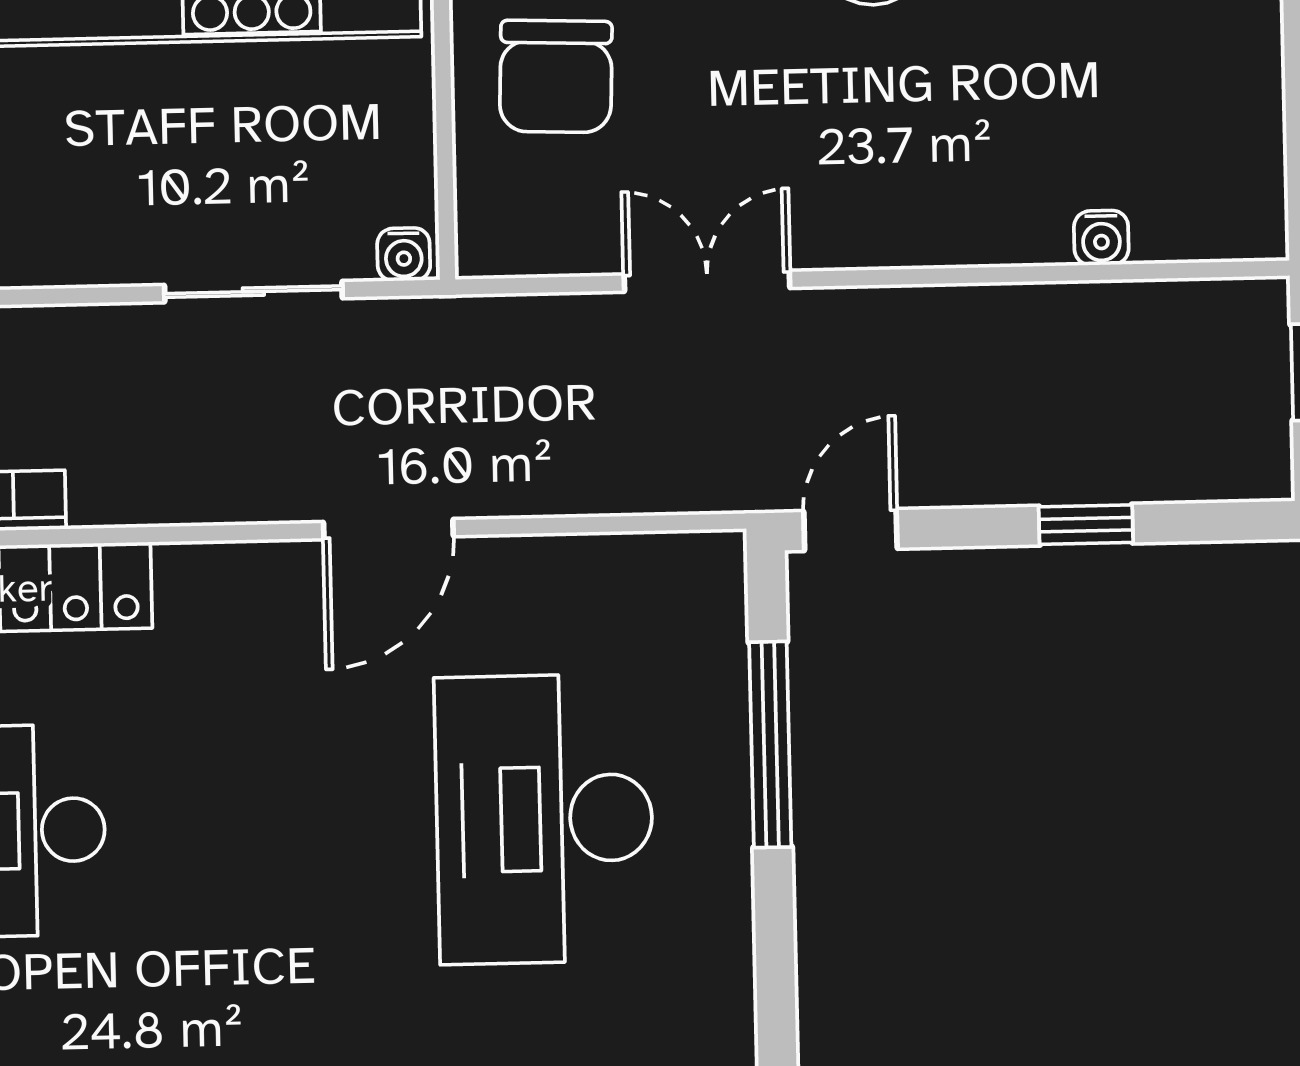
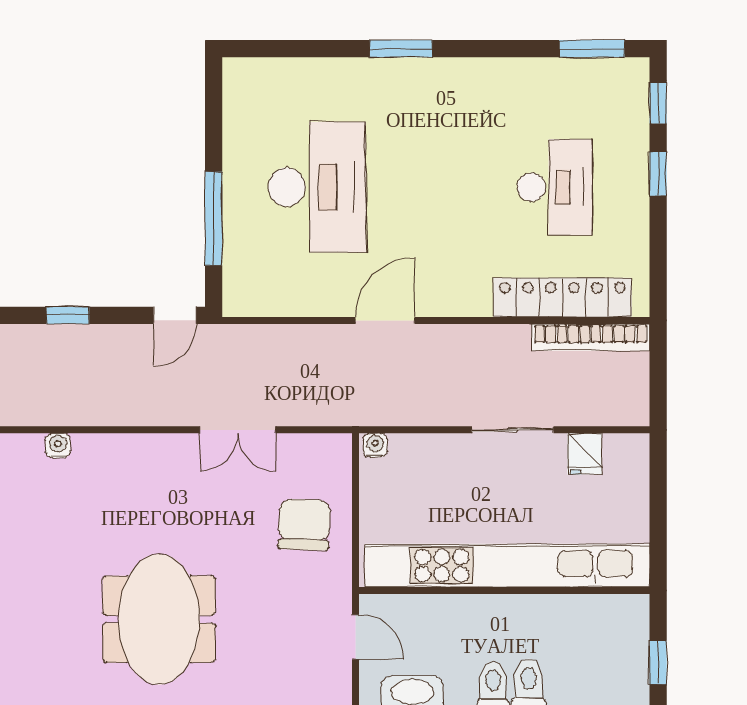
sliding door: (253, 292) -> (513, 430), moved

